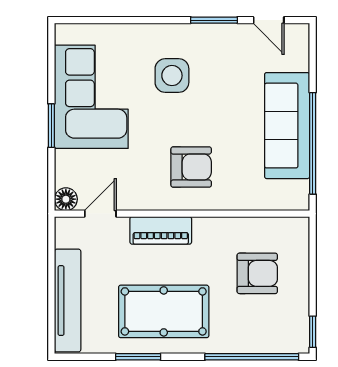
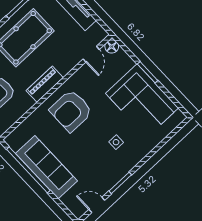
side table: (172, 76) -> (116, 142), width x0.54, depth x0.54
armchair: (191, 167) -> (71, 111), width x1.36, depth x1.36
piano: (161, 230) -> (45, 84), moved

